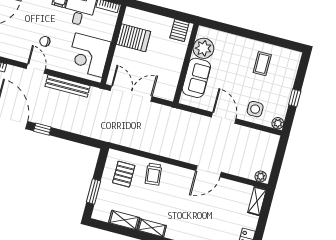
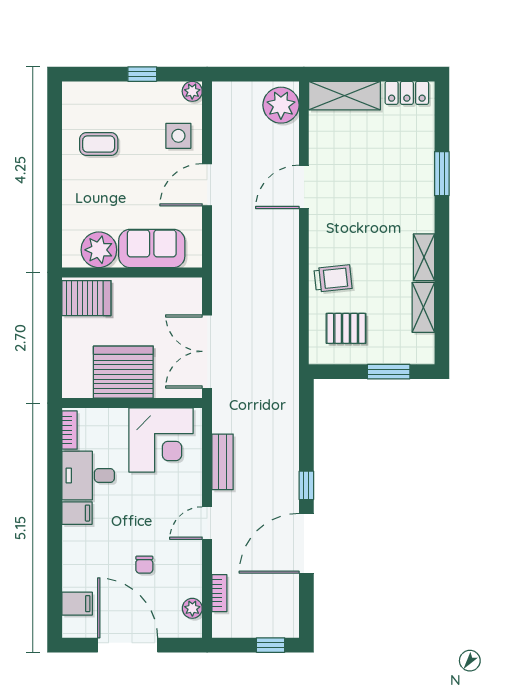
server rack: (179, 30) -> (86, 298), width x1.36, depth x1.44
server rack: (134, 38) -> (123, 372), width x1.60
chair: (45, 41) -> (144, 565), moved
bench: (68, 86) -> (223, 462), width x0.73
door: (208, 171) -> (304, 187), swing flipped
plant: (261, 176) -> (281, 105), width x1.88, depth x1.88
shelving: (257, 201) -> (344, 96), width x1.50, depth x1.33

